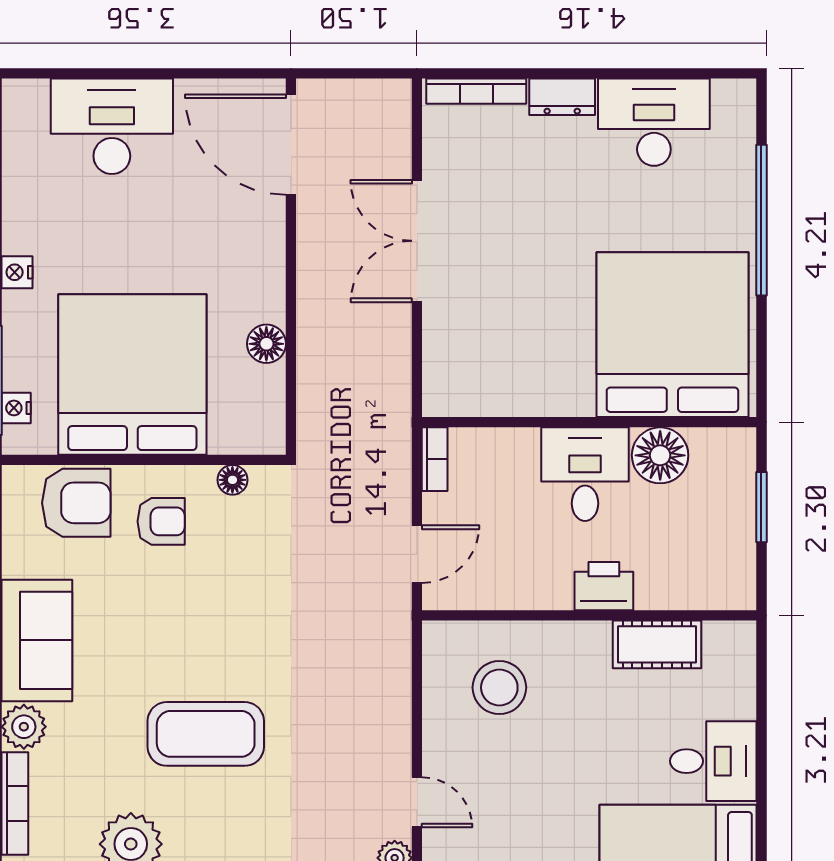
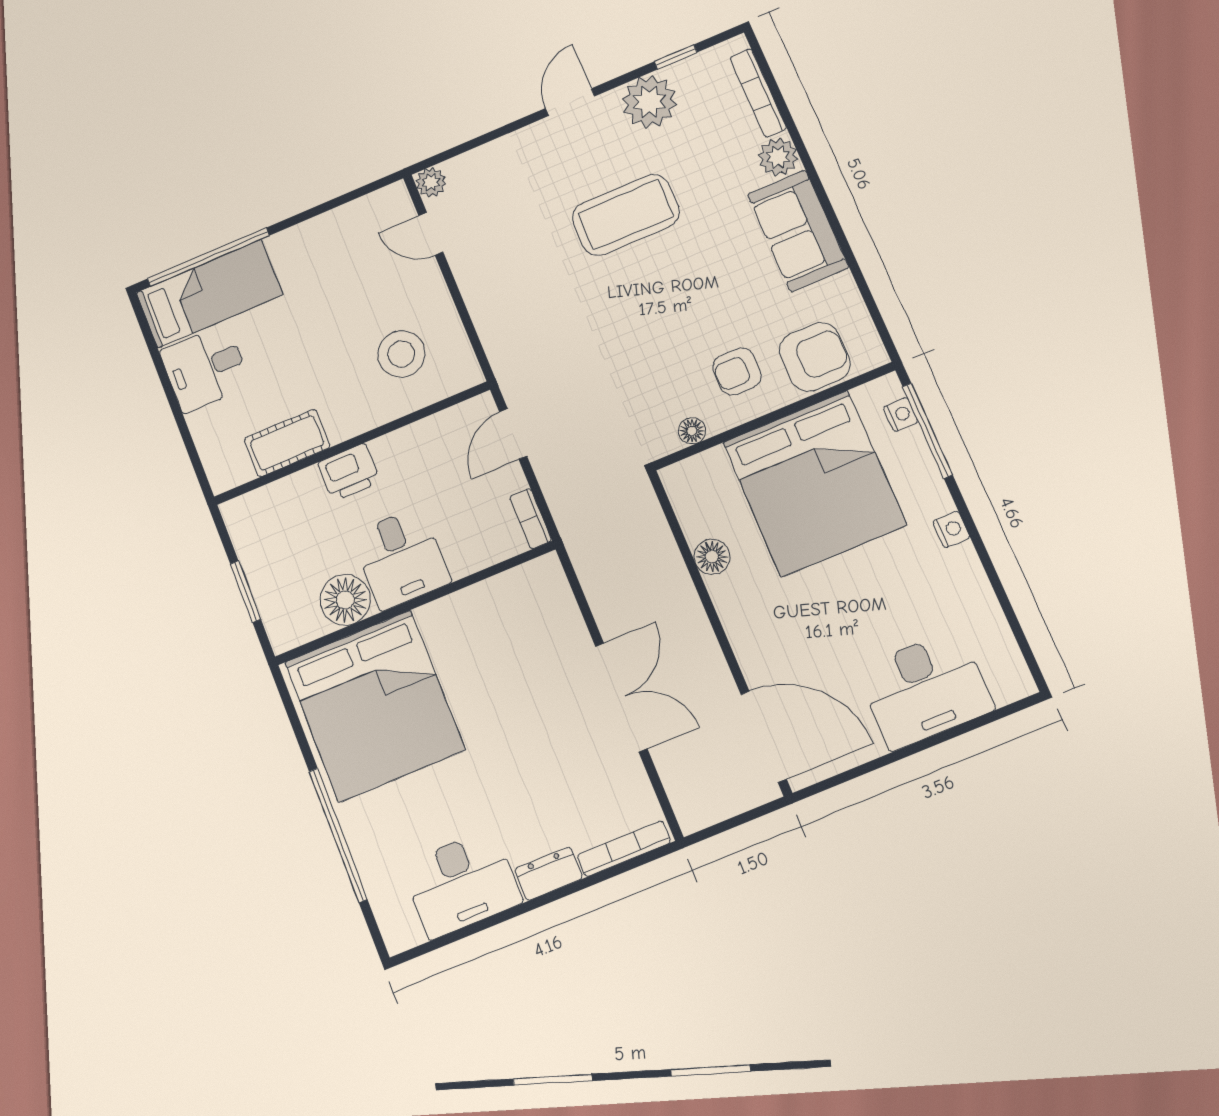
armchair: (76, 503) -> (815, 357), turned 180

